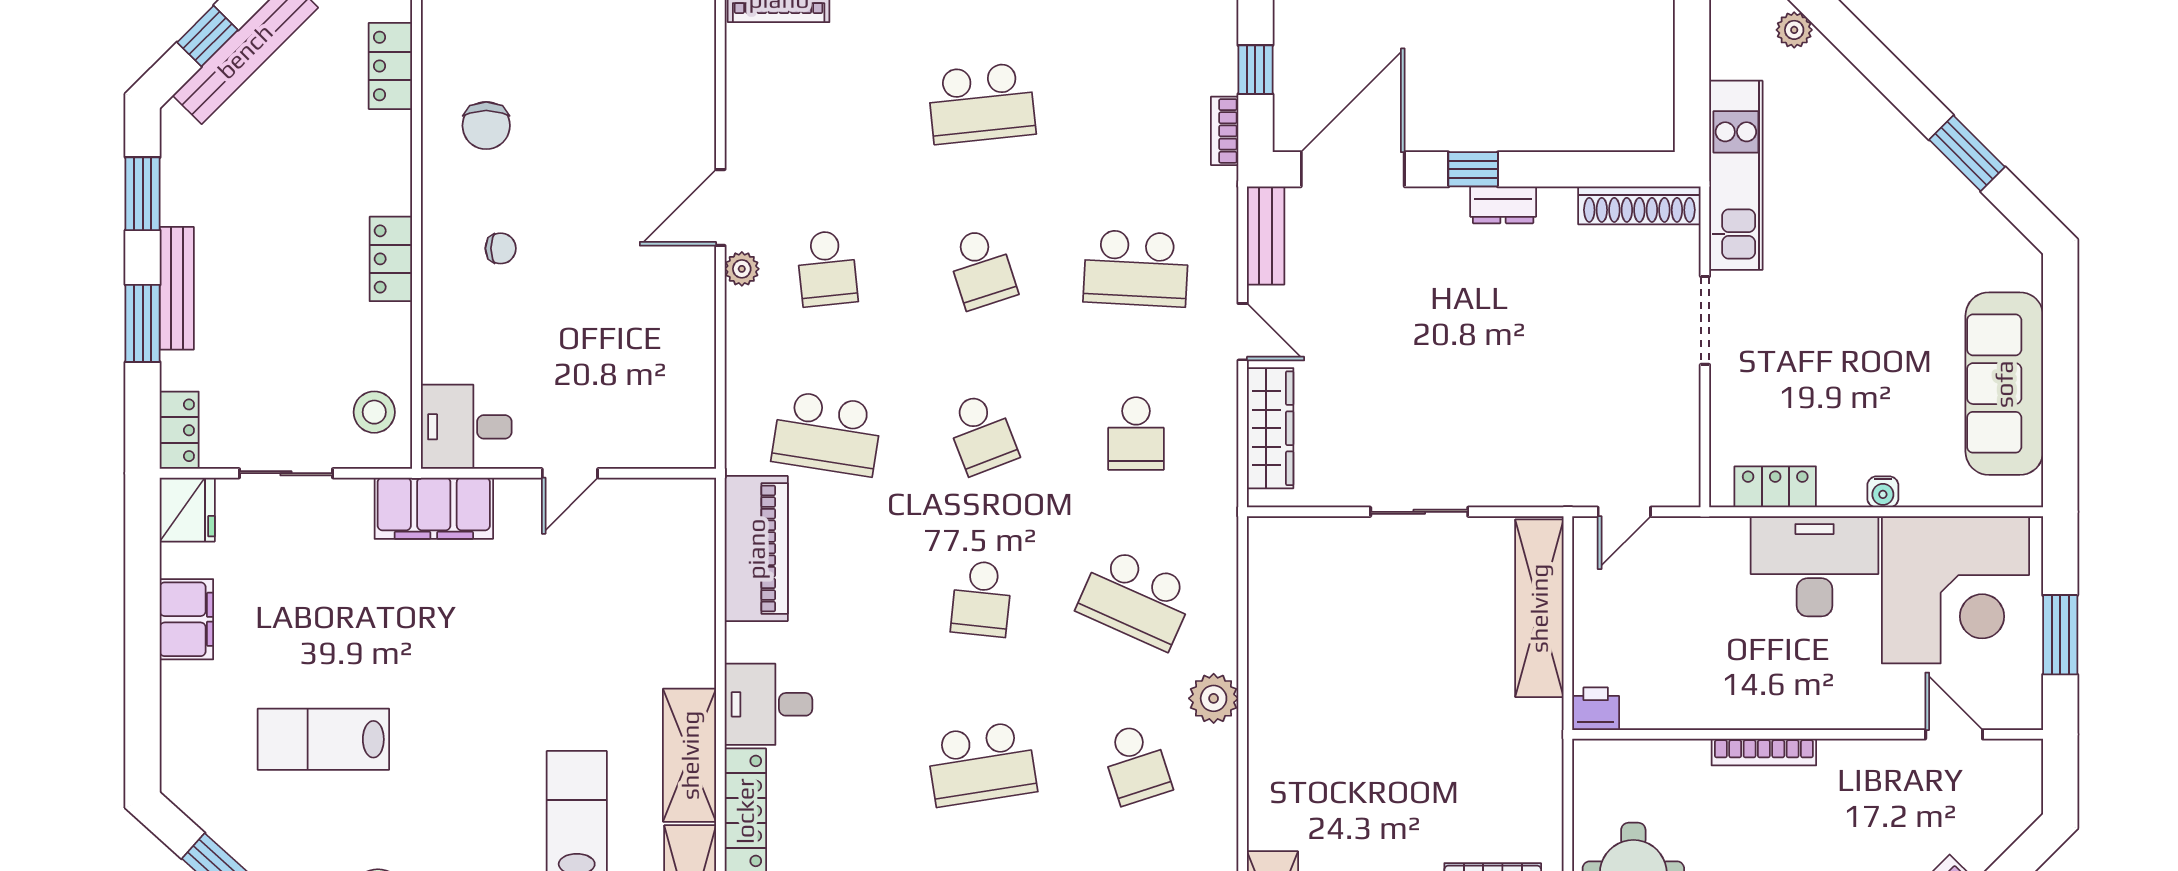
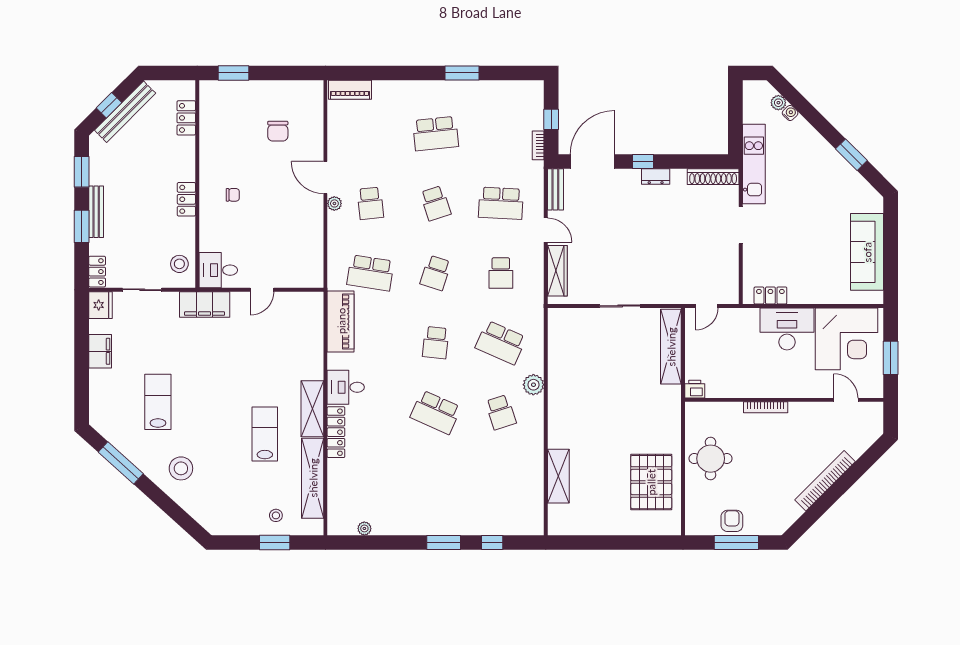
chair: (486, 126) -> (278, 131), moved
door: (720, 207) -> (325, 178), hinge flipped
school desk: (982, 433) -> (436, 273), turned 39
water cooler: (1883, 492) -> (790, 113), moved, turned -135
lab bench: (323, 739) -> (158, 402), turned 90
school desk: (982, 764) -> (436, 412), turned 33

